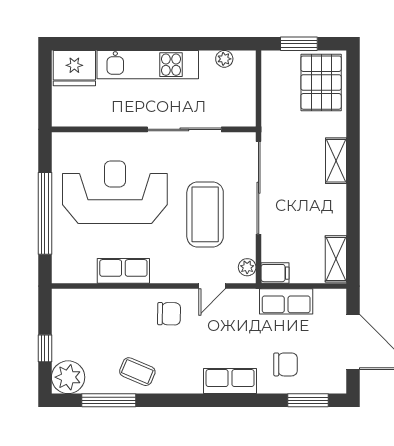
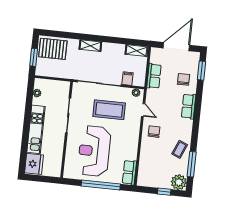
row of seats: (123, 271) -> (129, 172), moved
filing cabinet: (275, 273) -> (128, 79), moved

